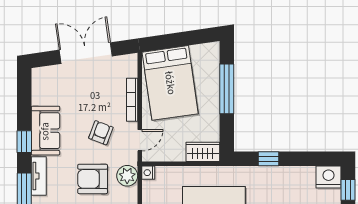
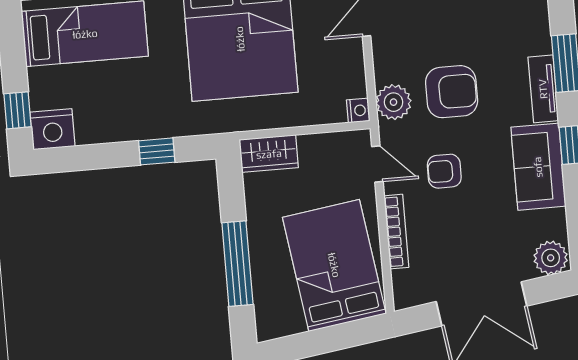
plant: (43, 77) -> (551, 258), added
armchair: (101, 133) -> (444, 171), turned 69
door: (140, 140) -> (377, 164), swing flipped

